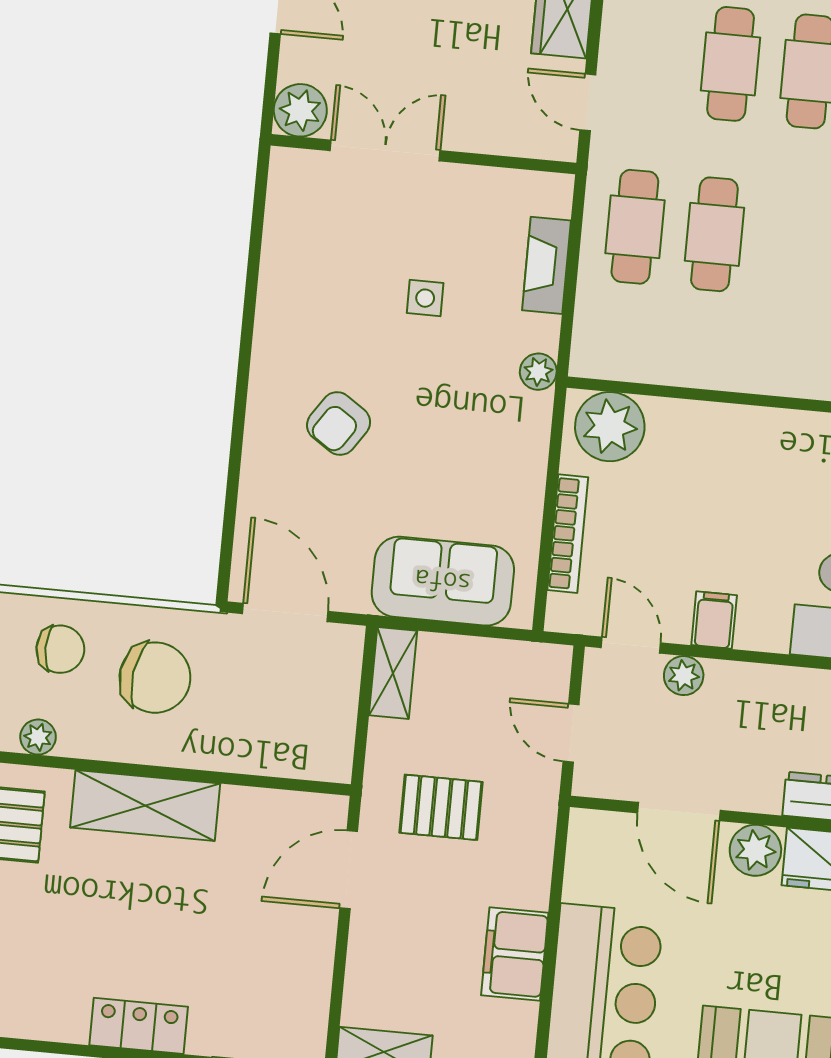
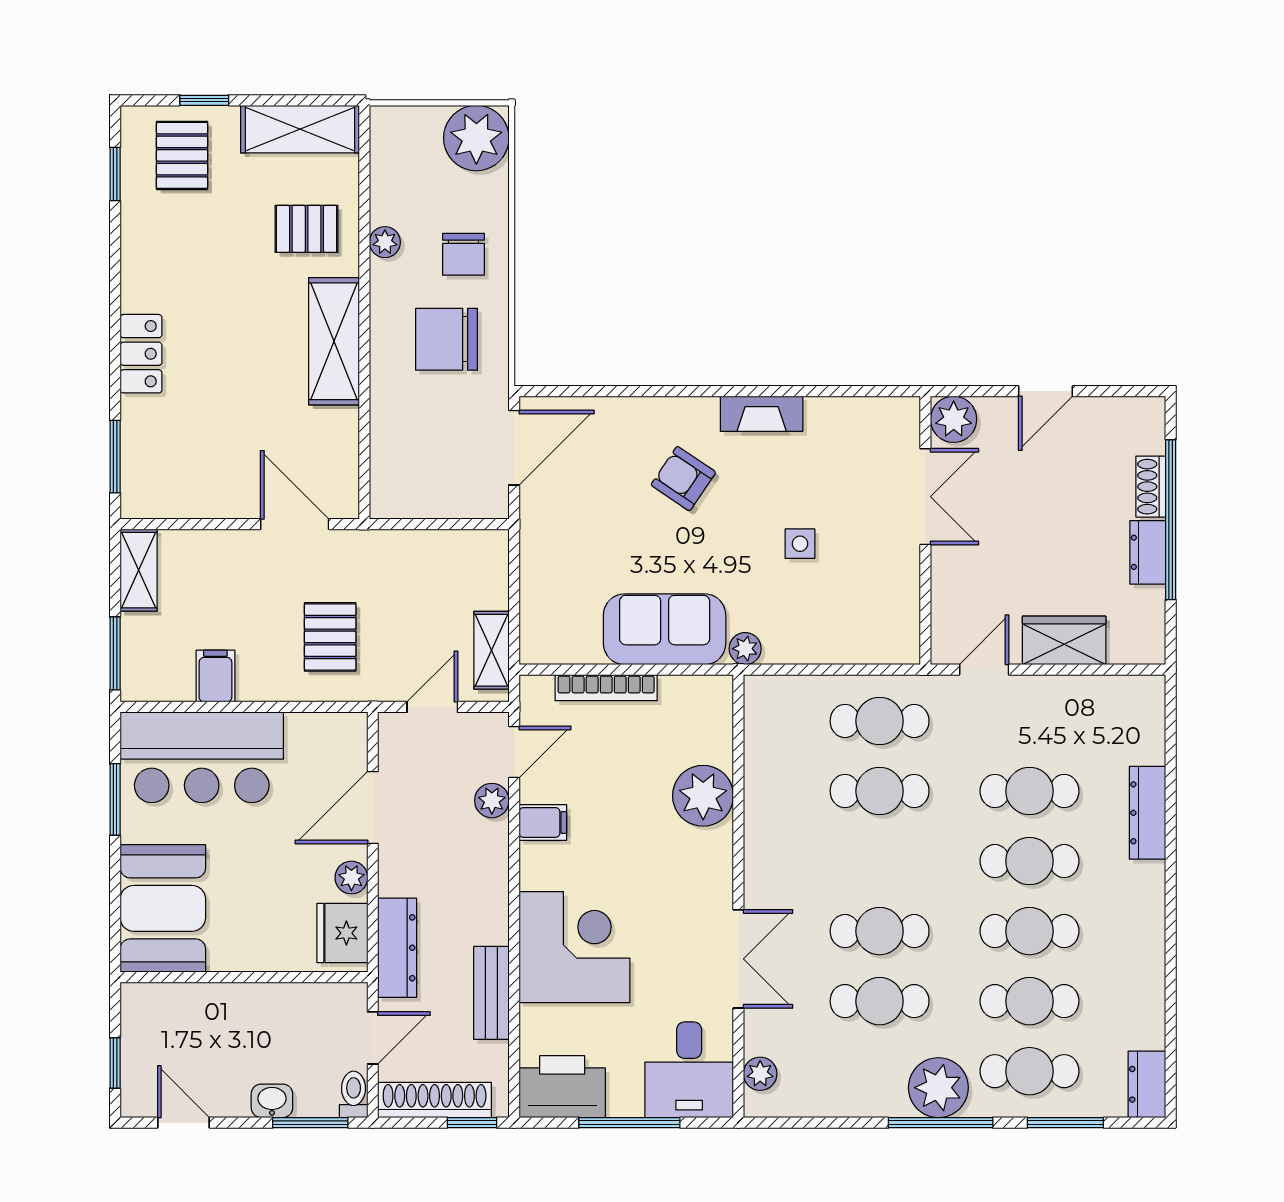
fireplace: (546, 265) -> (762, 414), moved, turned 180
plant: (610, 427) -> (703, 796), moved
sofa: (443, 581) -> (665, 629), moved, turned -90
shelving: (393, 673) -> (492, 650), moved, turned 90
chair: (155, 678) -> (446, 339), turned 82
pallet: (441, 807) -> (330, 637), moved
plant: (755, 850) -> (351, 878), width x0.73, depth x0.73
filing cabinet: (515, 954) -> (215, 676), width x0.50

